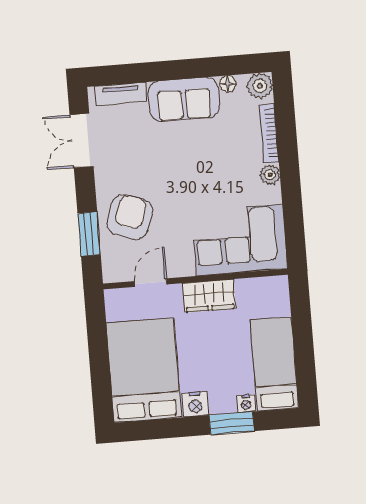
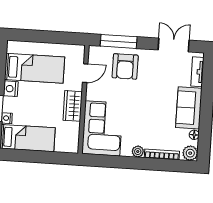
armchair: (130, 217) -> (125, 66), turned 71
window: (89, 234) -> (119, 41), width x1.44
door: (151, 283) -> (85, 73), hinge flipped
bed: (144, 370) -> (34, 68), width x0.67

